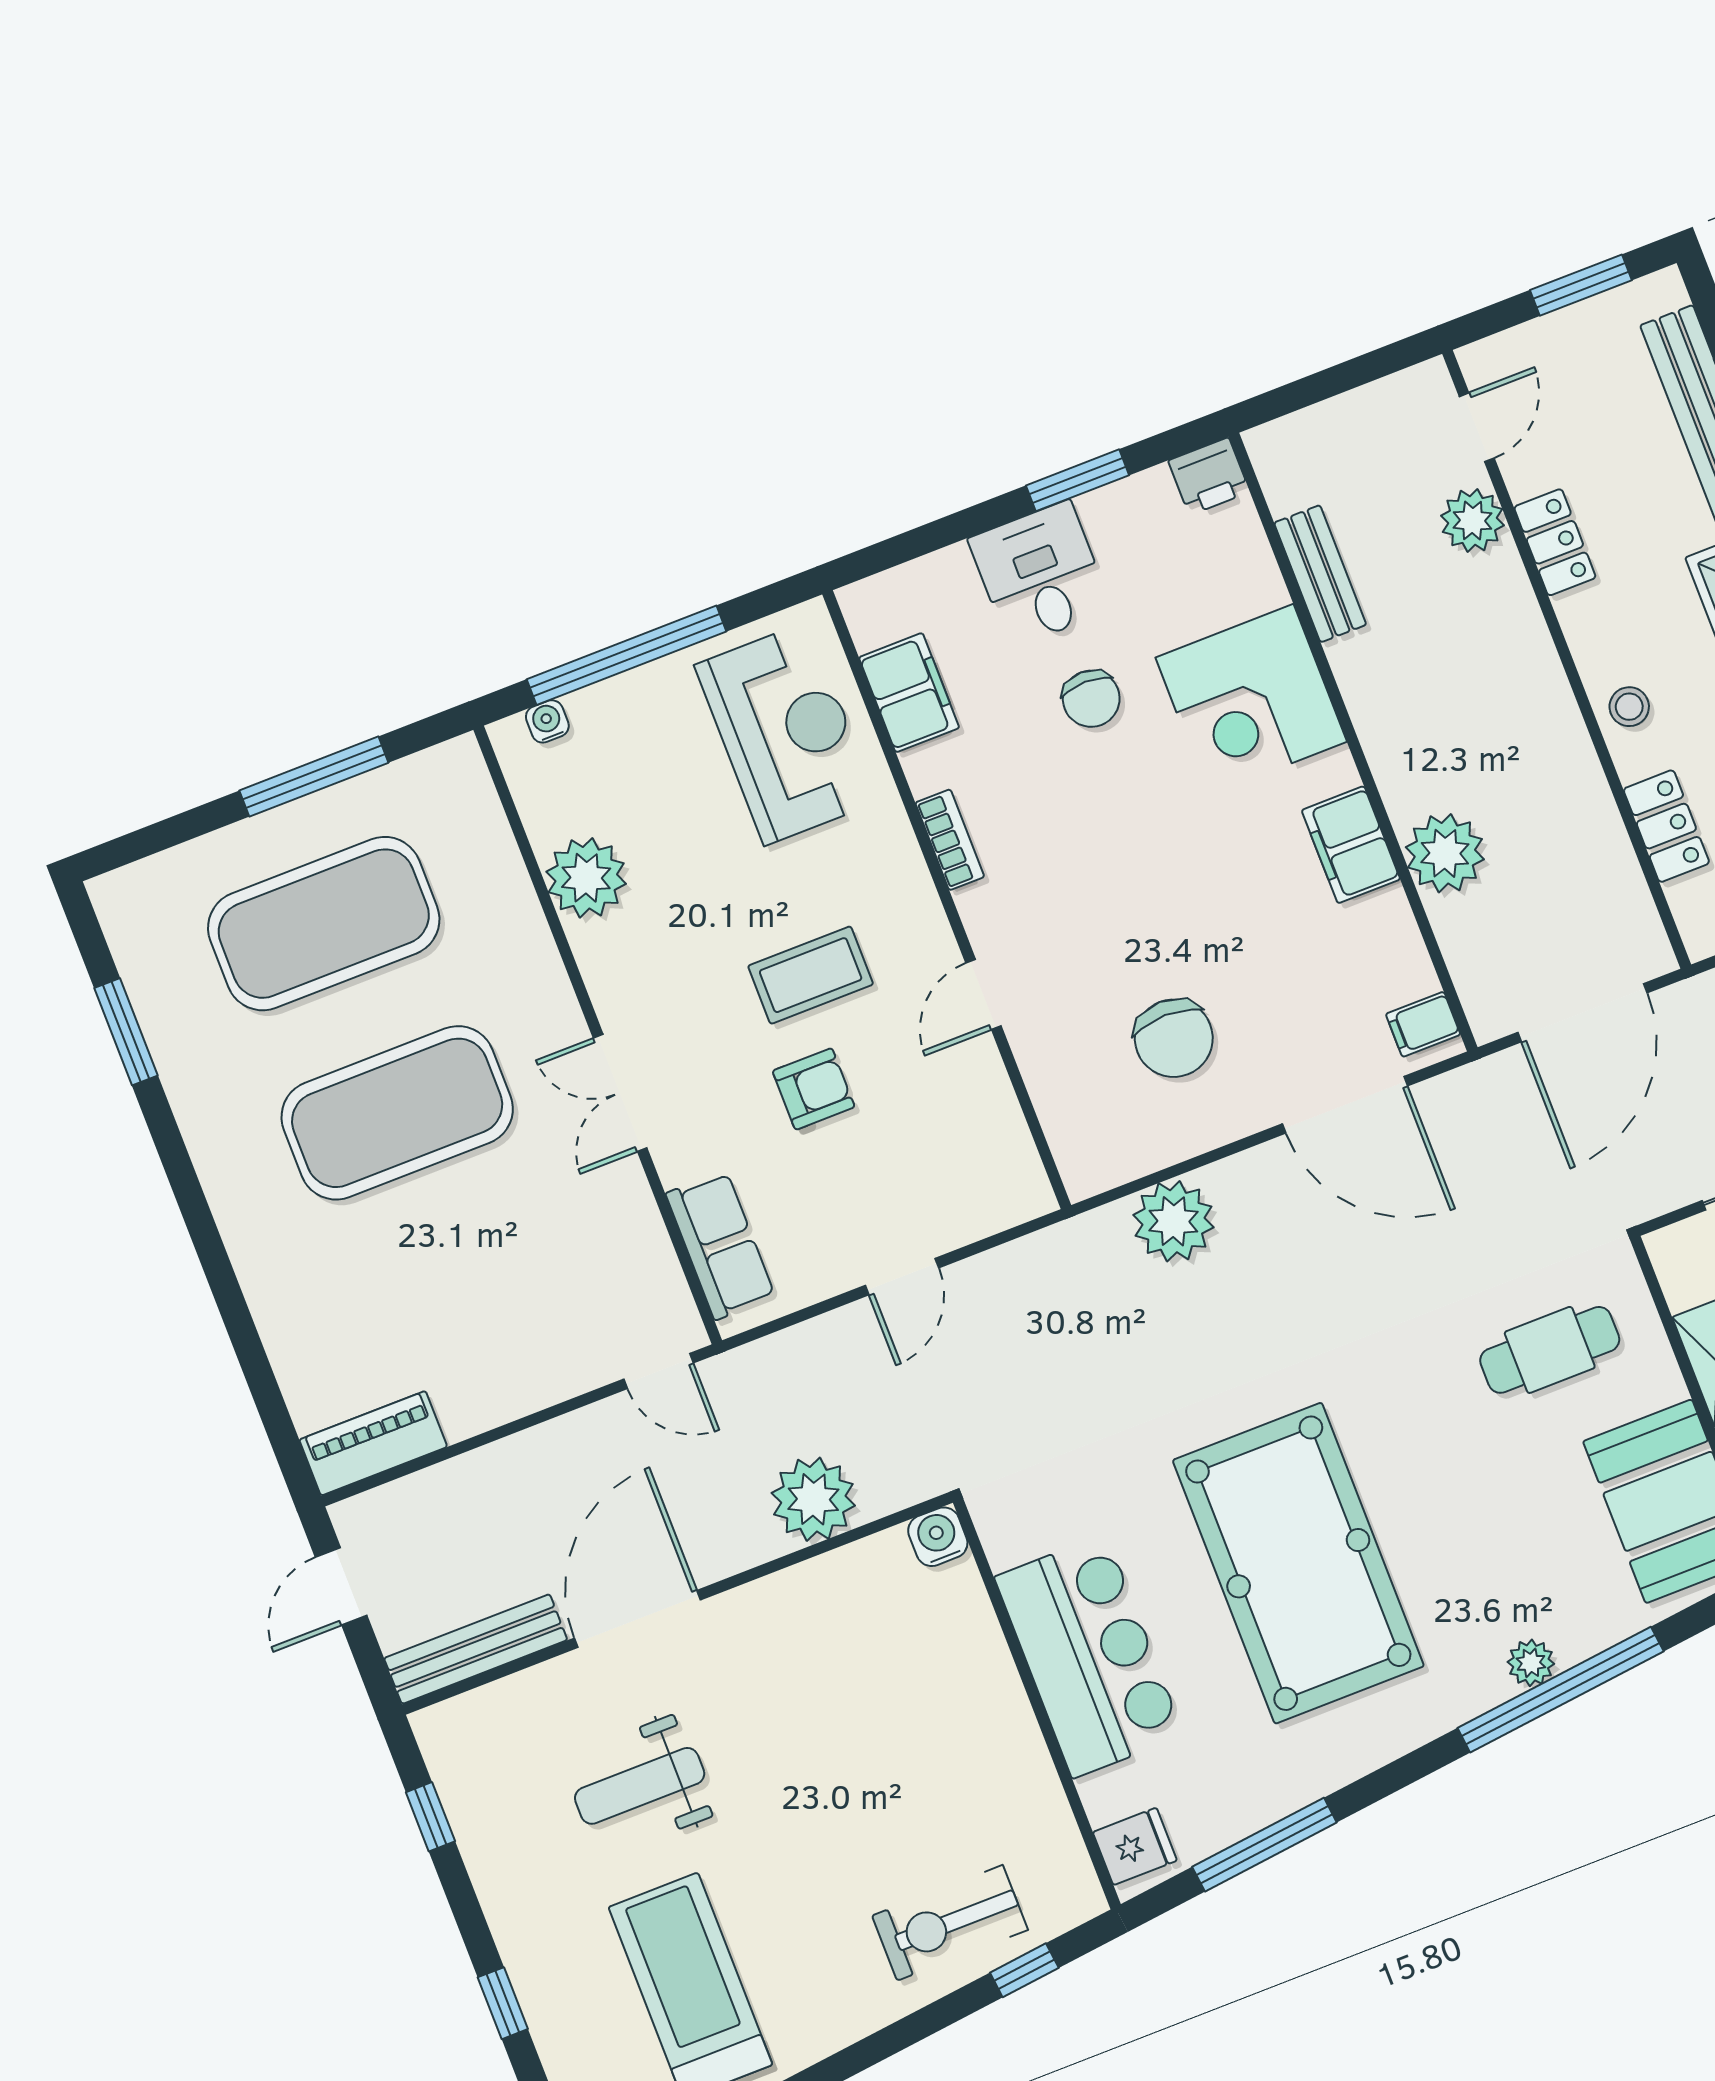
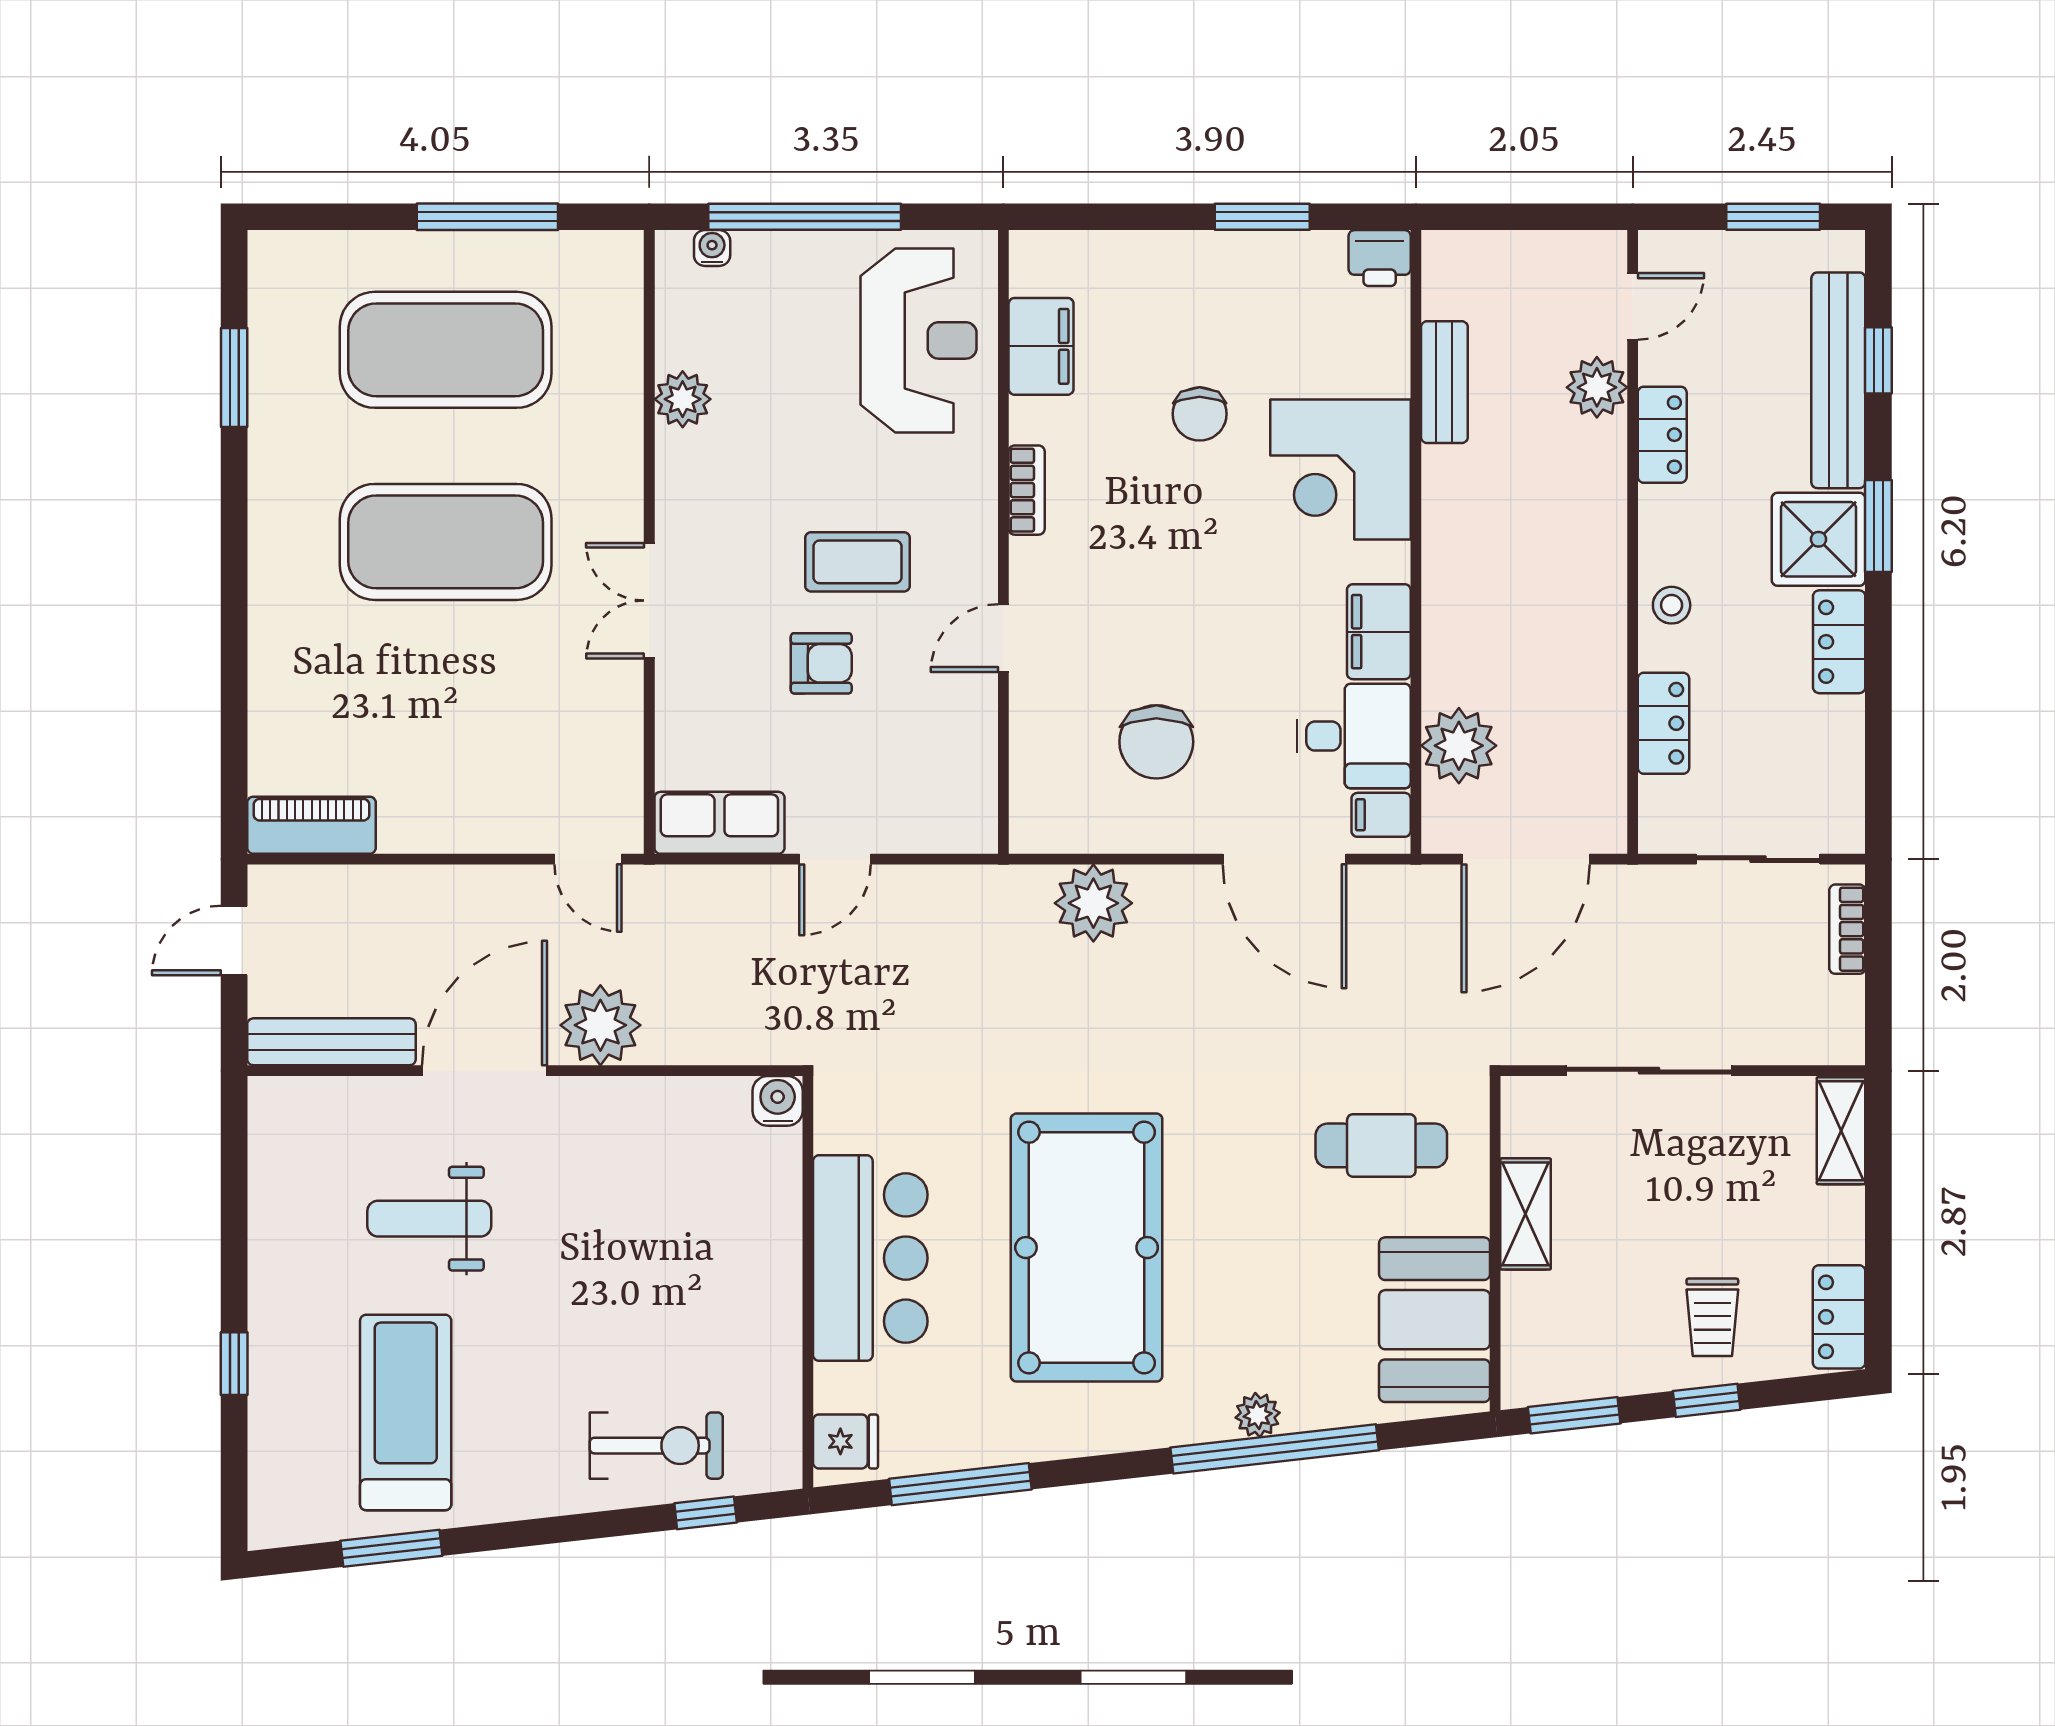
desk: (1040, 574) -> (1354, 736), moved, turned 90
plant: (1445, 853) -> (1459, 746), moved
plant: (586, 878) -> (683, 399), width x0.73, depth x0.73
row of seats: (720, 1245) -> (719, 823), moved, turned -90
plant: (813, 1499) -> (600, 1025), moved
window: (430, 1817) -> (234, 1174), removed
exercise bike: (950, 1923) -> (656, 1446), turned 180

